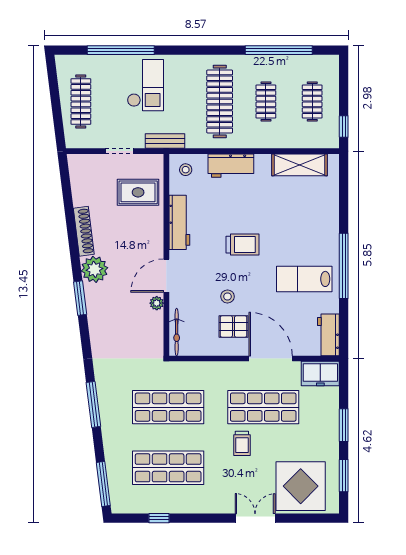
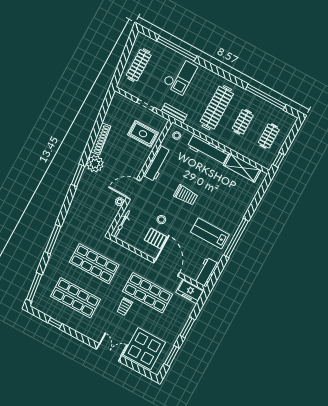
workbench: (231, 166) -> (208, 150), width x1.38

